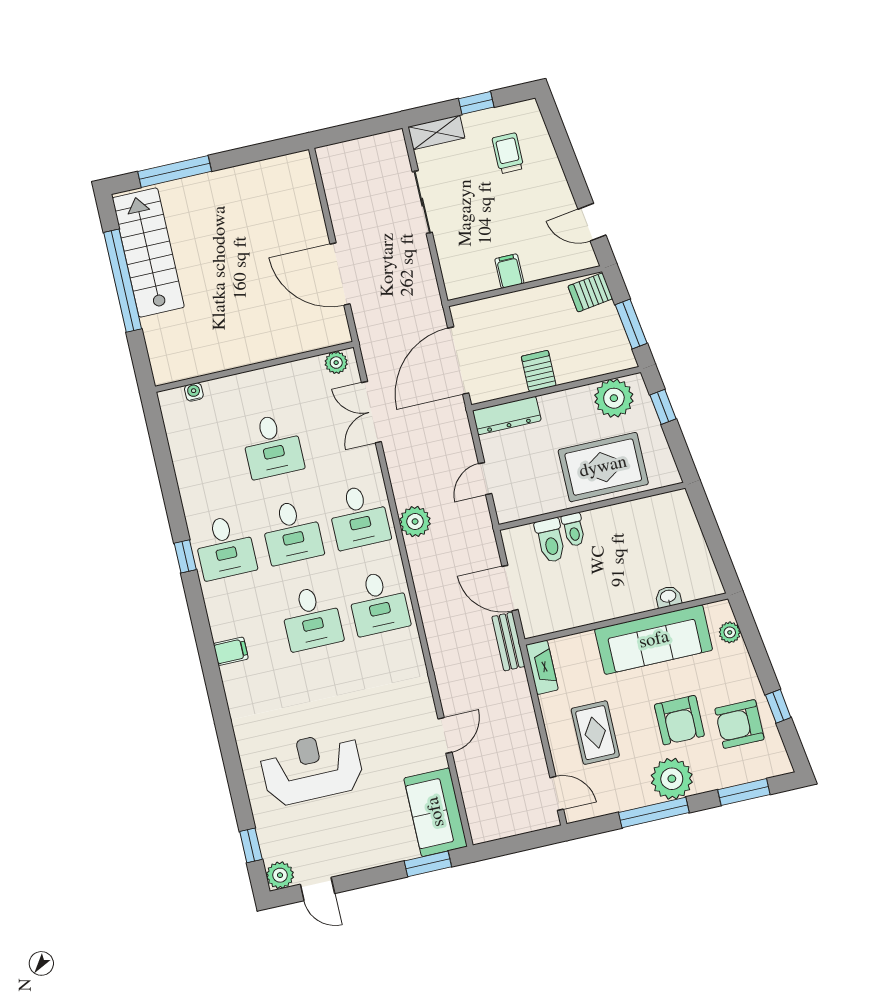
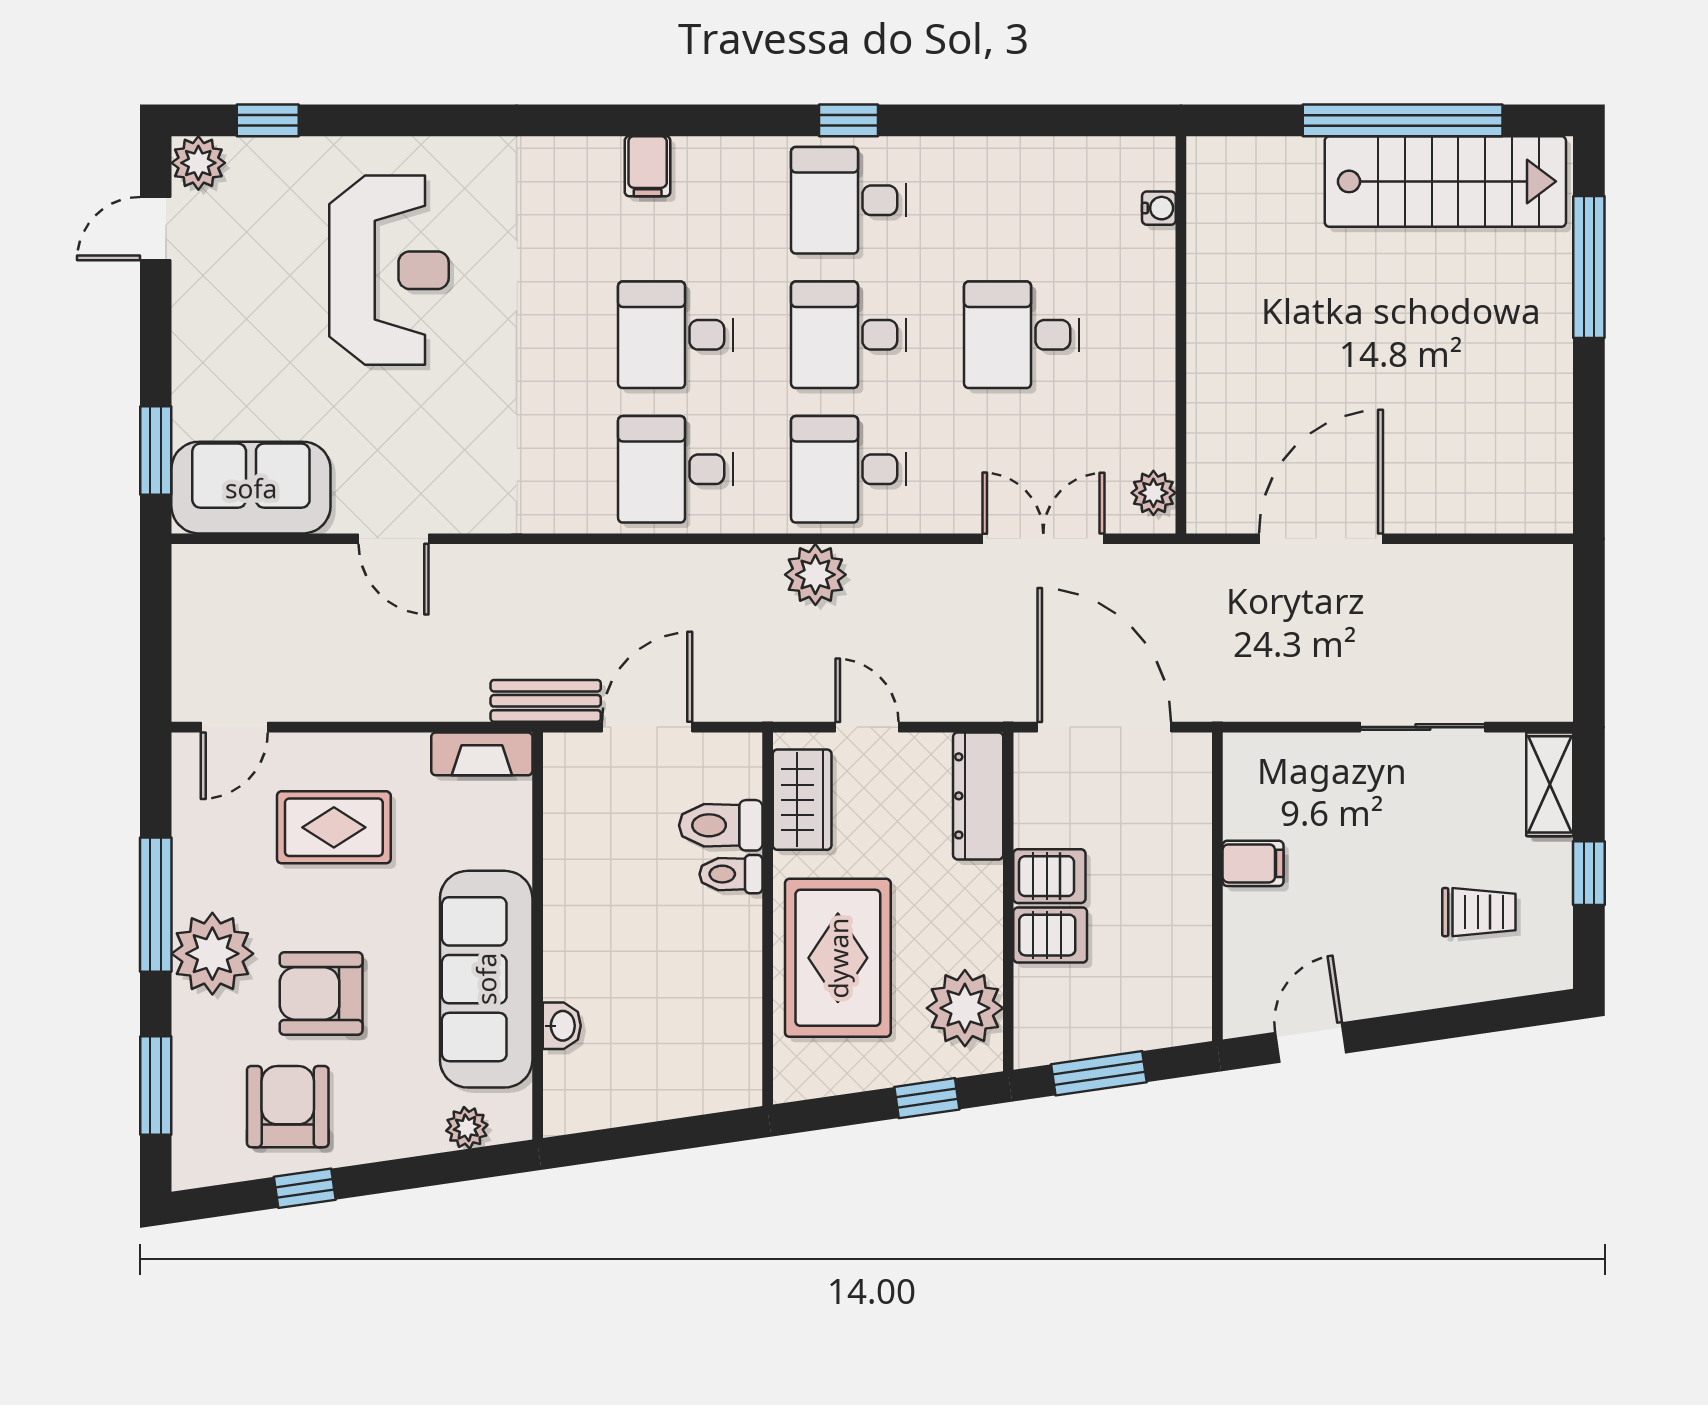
server rack: (590, 292) -> (1050, 935), moved, turned 98
wardrobe: (529, 503) -> (802, 800), added

